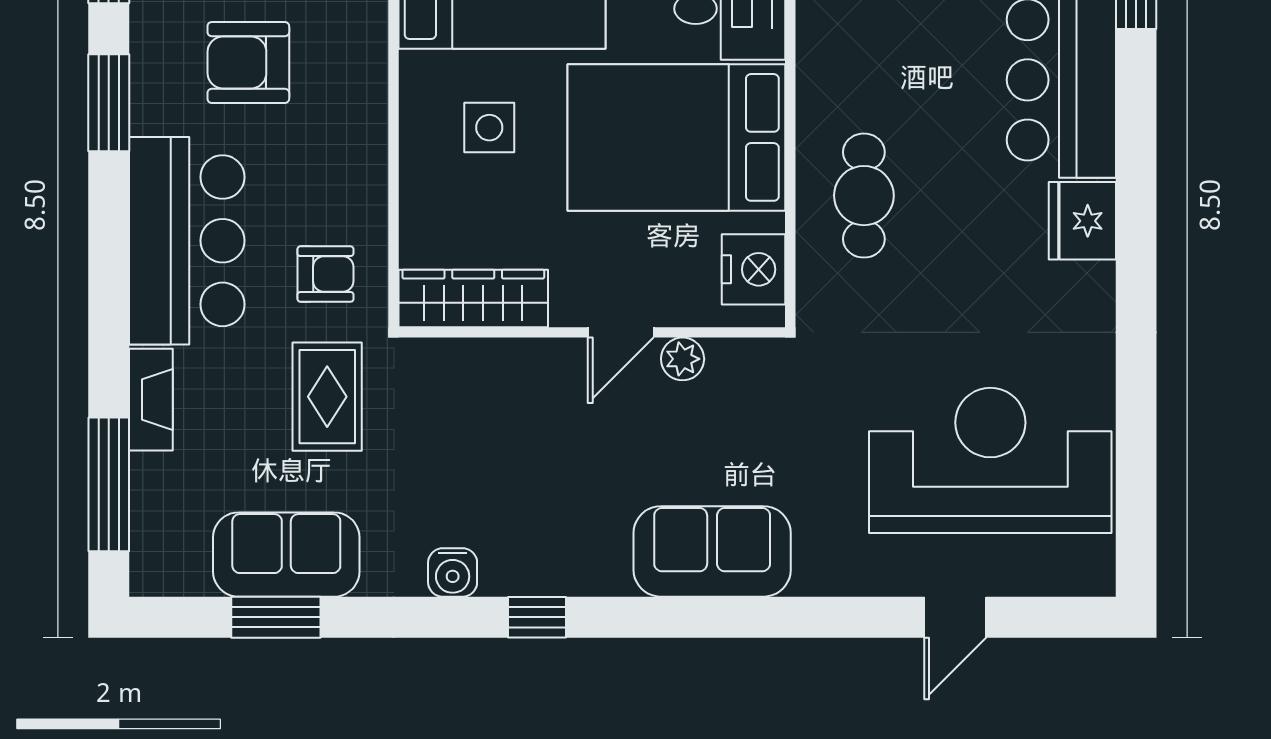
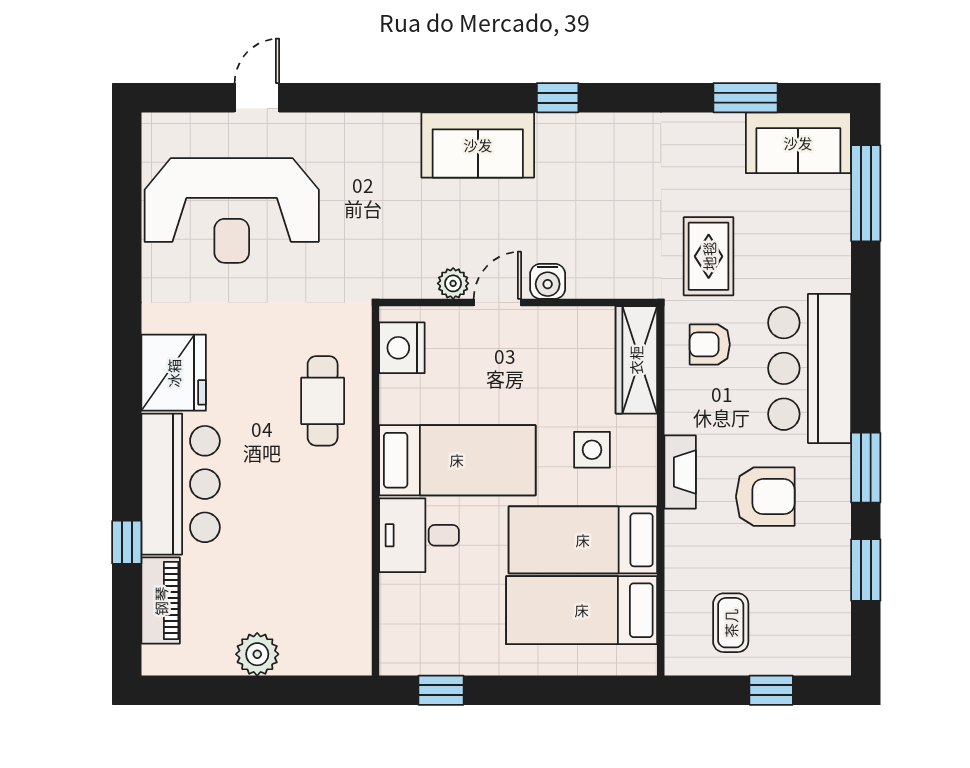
bed: (676, 137) -> (457, 460), width x0.67
fridge: (1082, 221) -> (174, 373), width x1.36, depth x1.34
wardrobe: (473, 298) -> (636, 360), moved, turned 90
fireplace: (151, 400) -> (680, 472), moved, turned 180
sofa: (712, 551) -> (478, 145), moved
sofa: (286, 555) -> (798, 143), moved
water cooler: (453, 572) -> (548, 281), moved, turned 180

